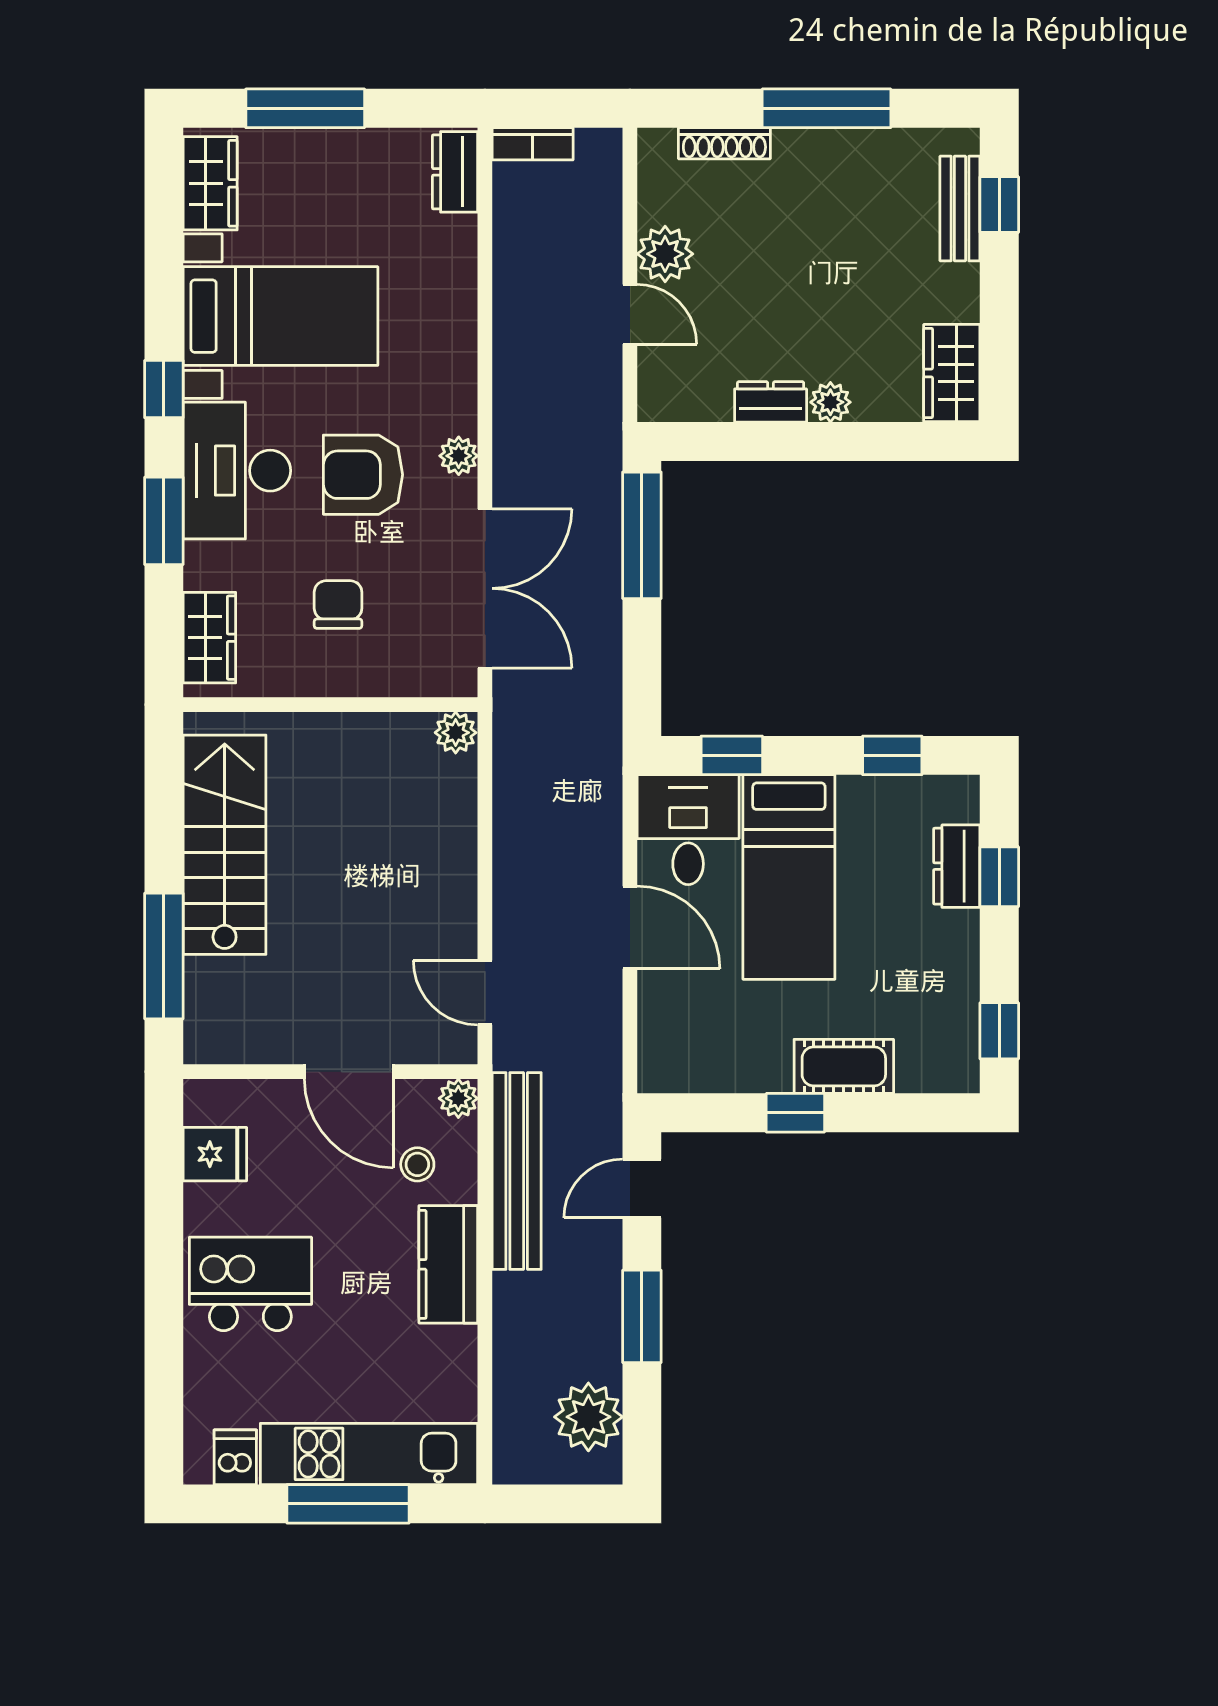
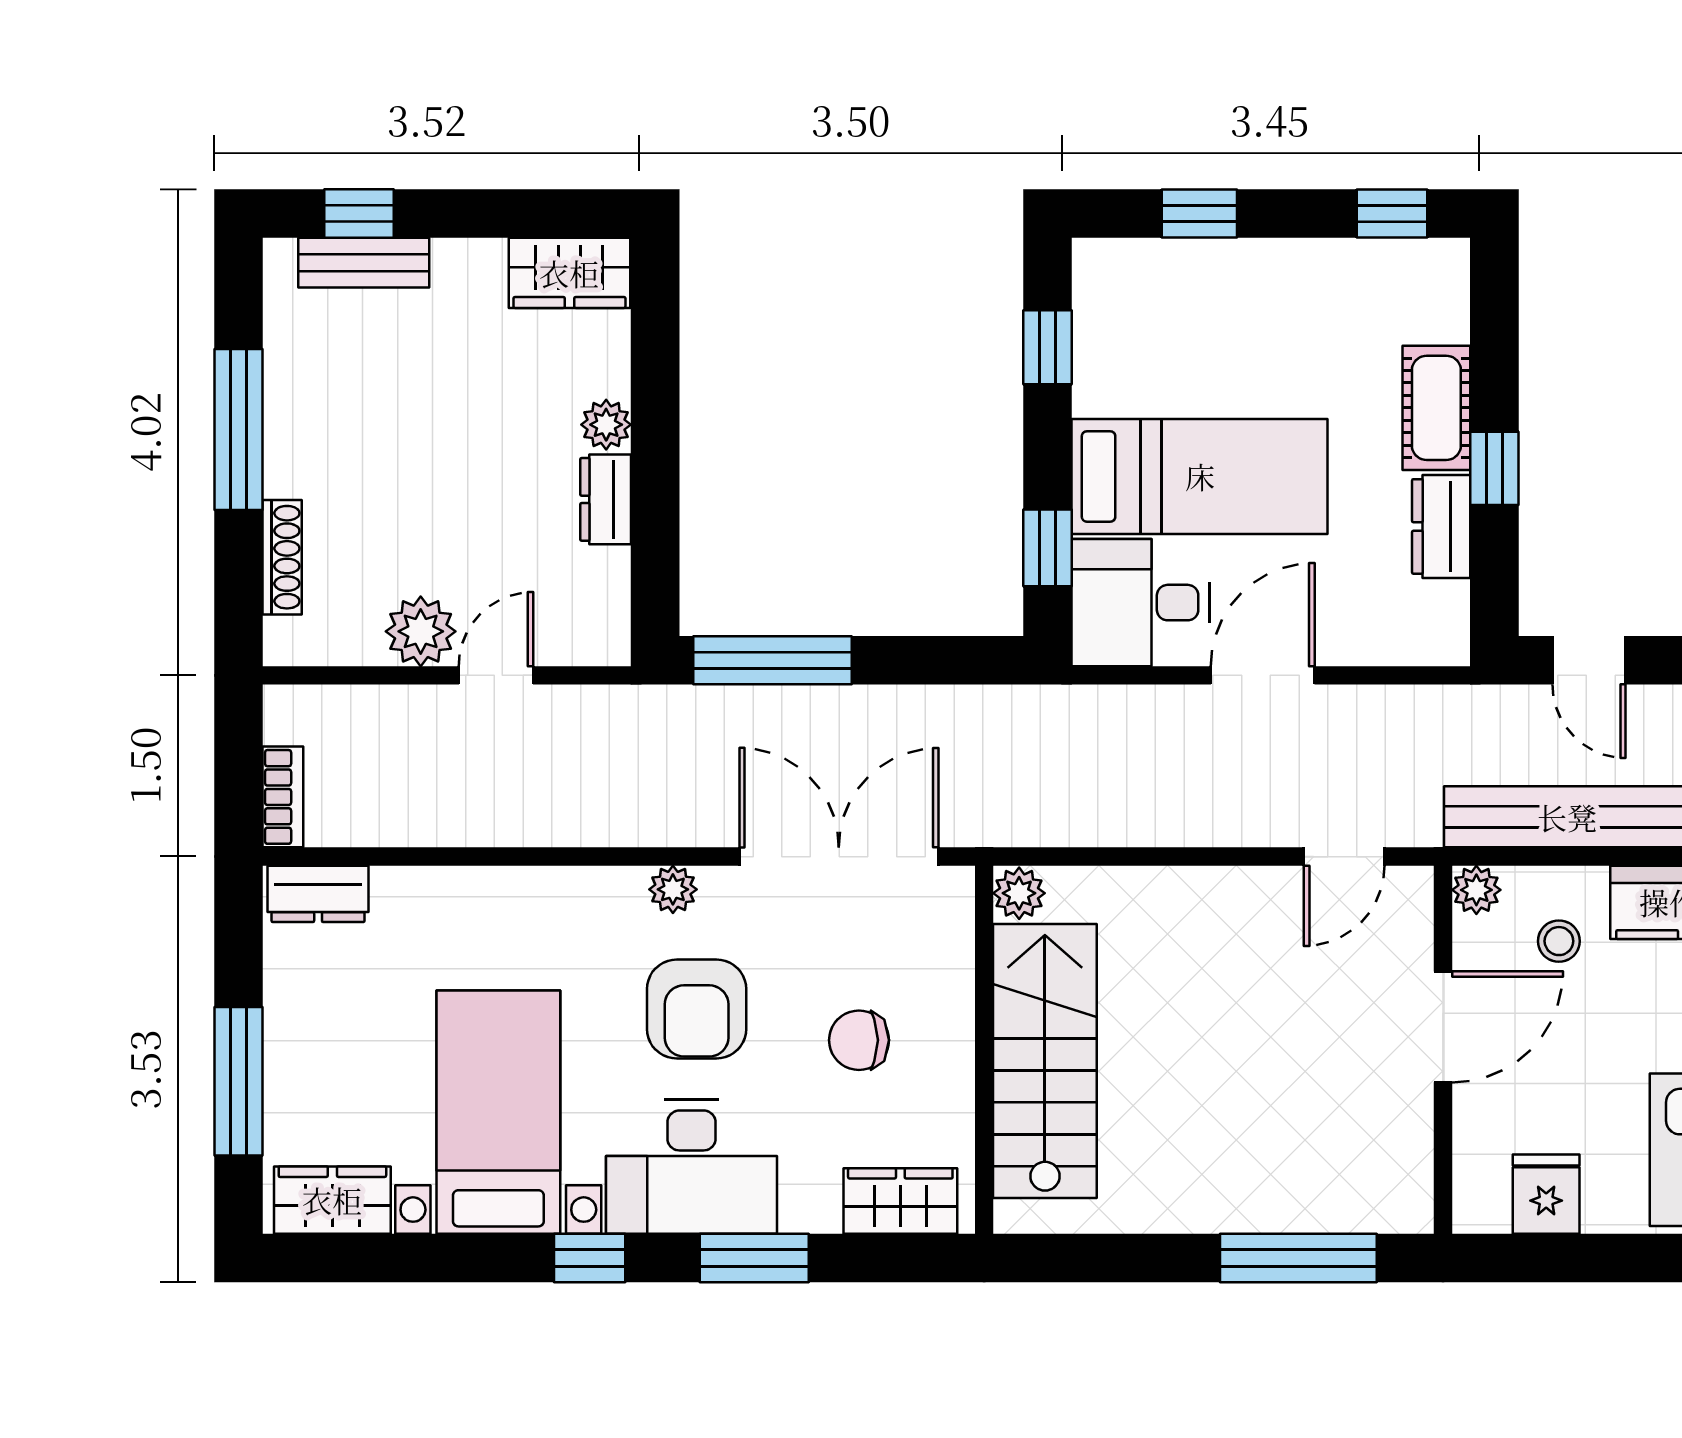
stairs: (225, 845) -> (1045, 1061), moved, turned 90
dresser: (957, 866) -> (1441, 526), moved, turned 90

